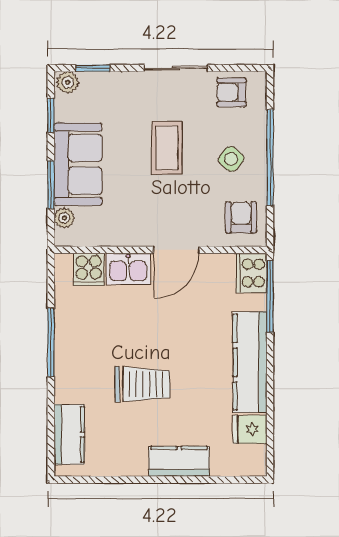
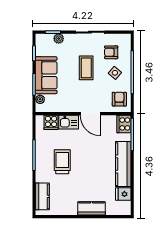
plant: (68, 82) -> (59, 39), moved
armchair: (231, 92) -> (111, 52), moved
door: (176, 250) -> (90, 114), hinge flipped
trolley: (142, 384) -> (62, 162), moved, turned -90

